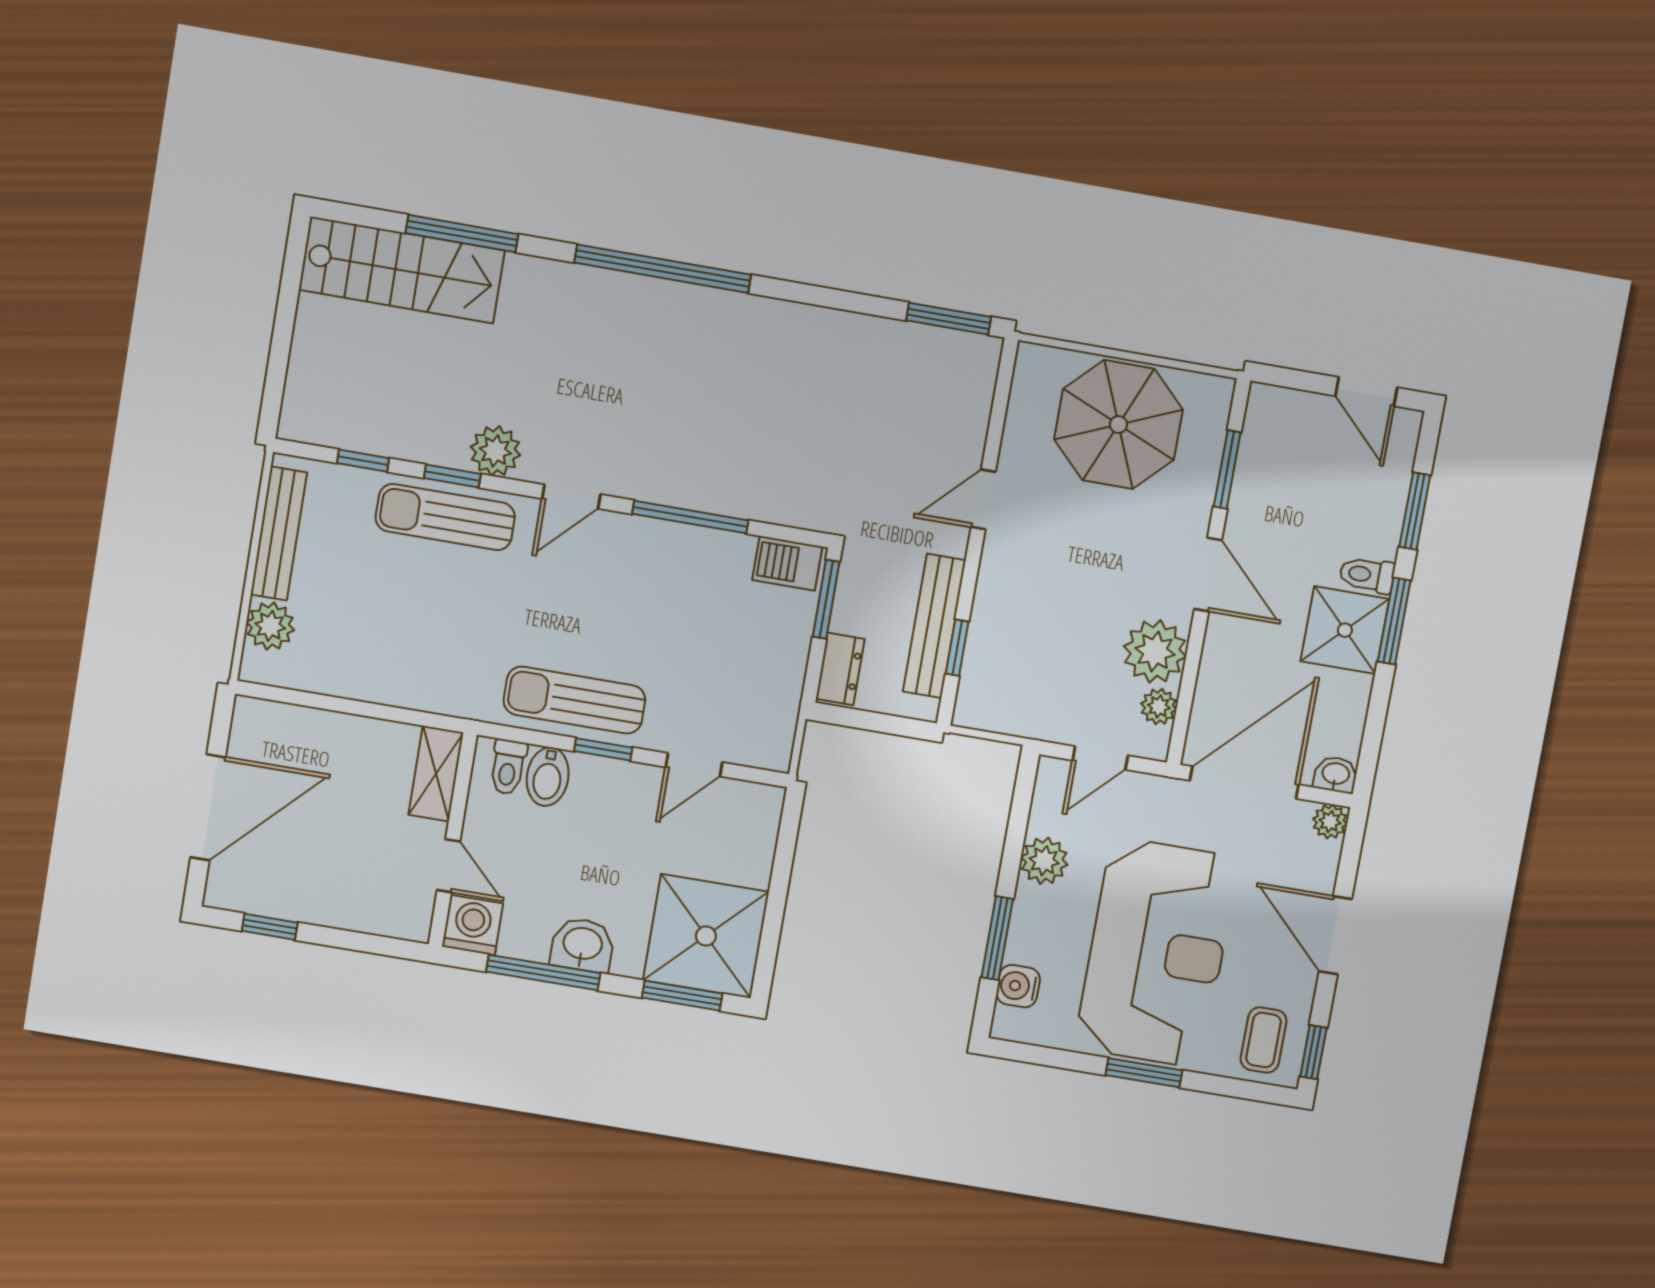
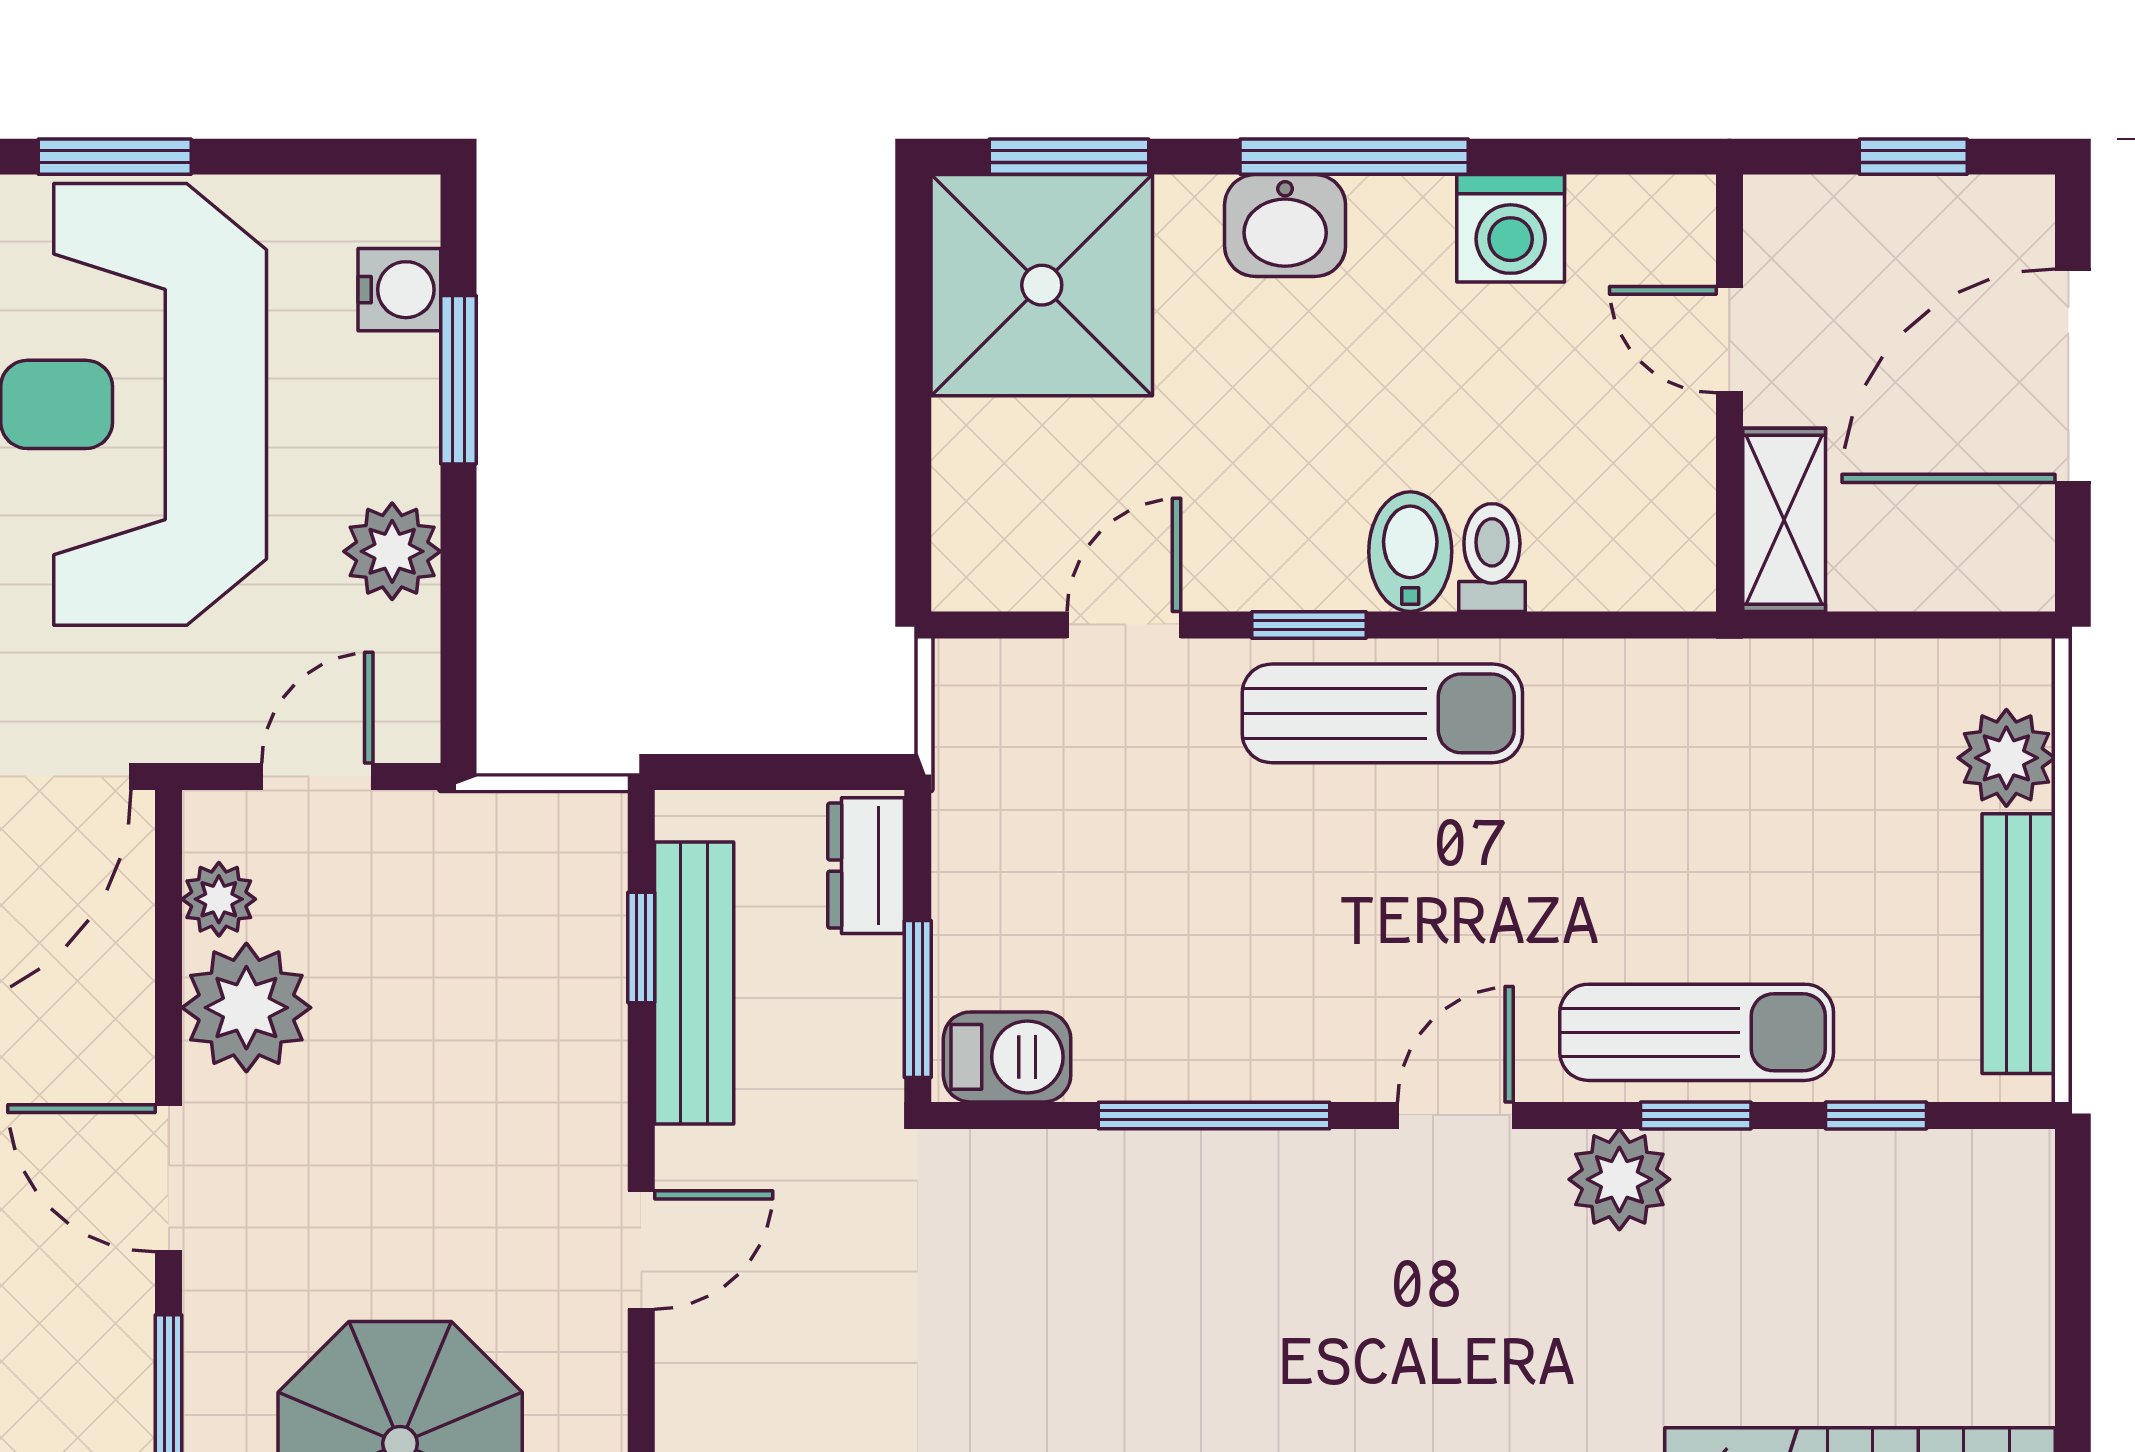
shelving: (436, 774) -> (1784, 520), moved
wall: (453, 840) -> (1729, 393), moved
door: (448, 866) -> (1729, 340), moved

